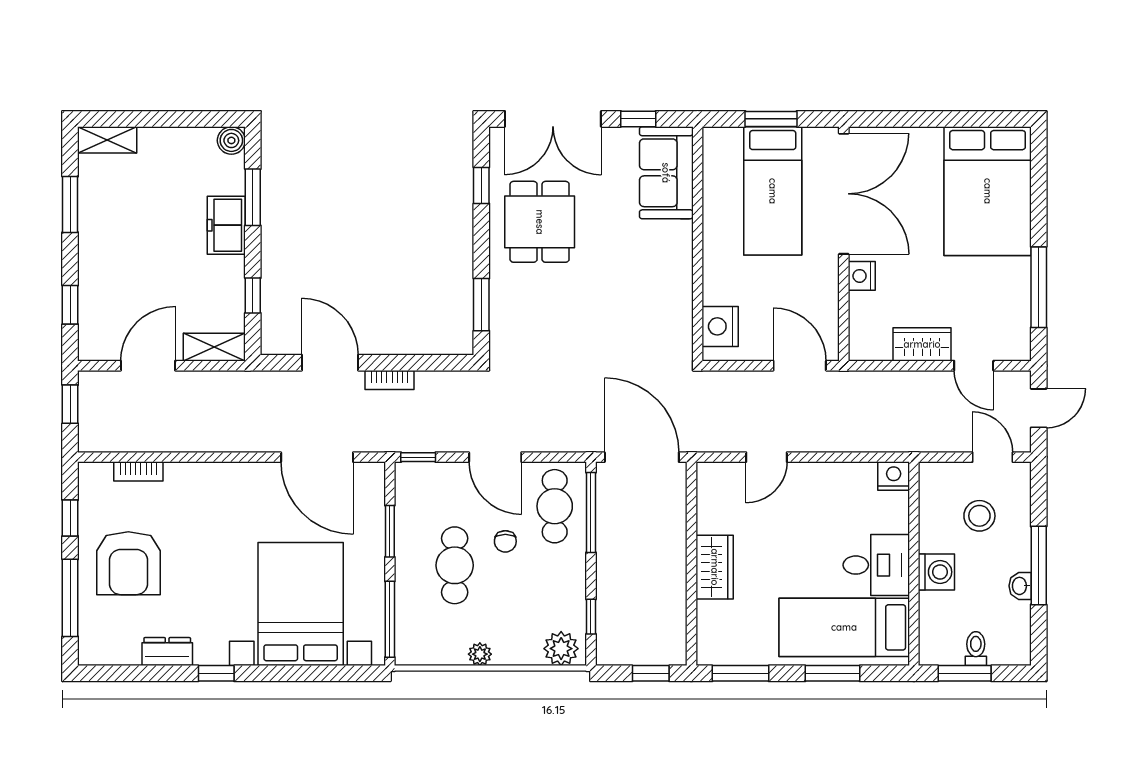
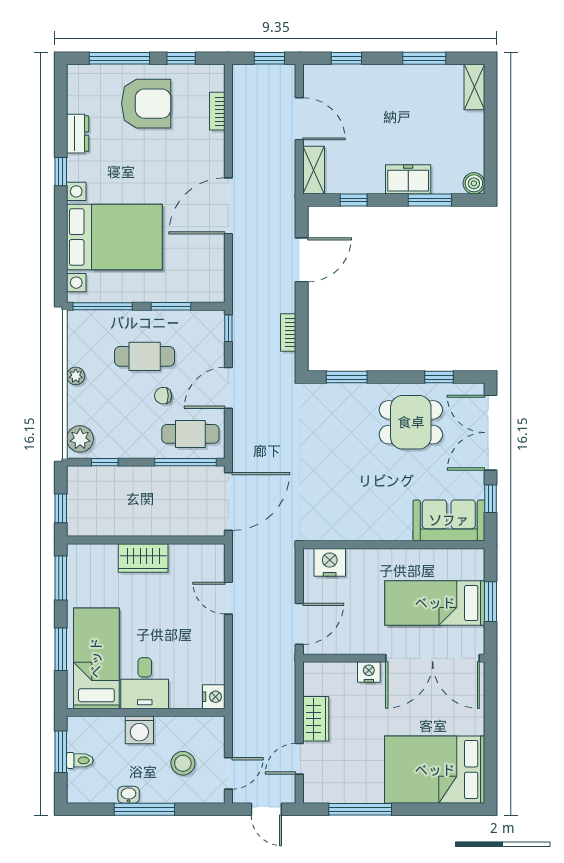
bookcase: (390, 380) -> (288, 333), moved
door: (317, 457) -> (228, 206), moved
armchair: (128, 563) -> (146, 104), turned 180

